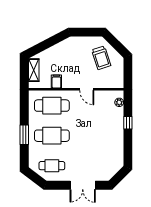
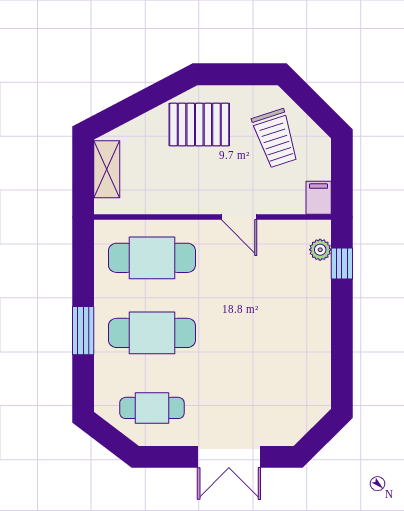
pallet: (71, 52) -> (199, 125), added
filing cabinet: (56, 82) -> (319, 198), moved
window: (128, 123) -> (342, 263), moved

